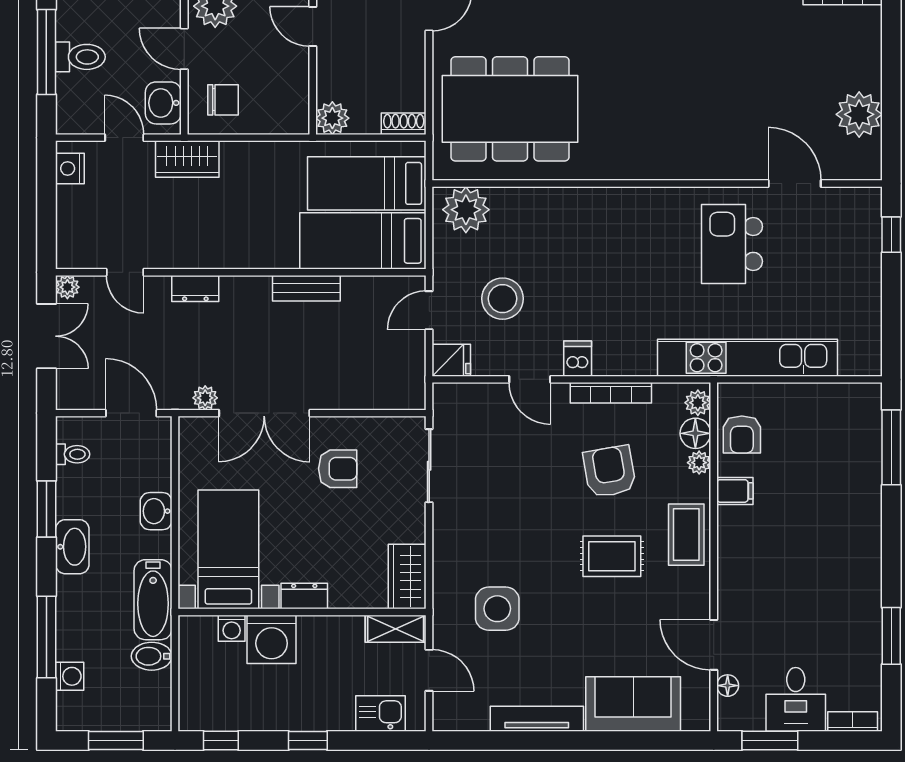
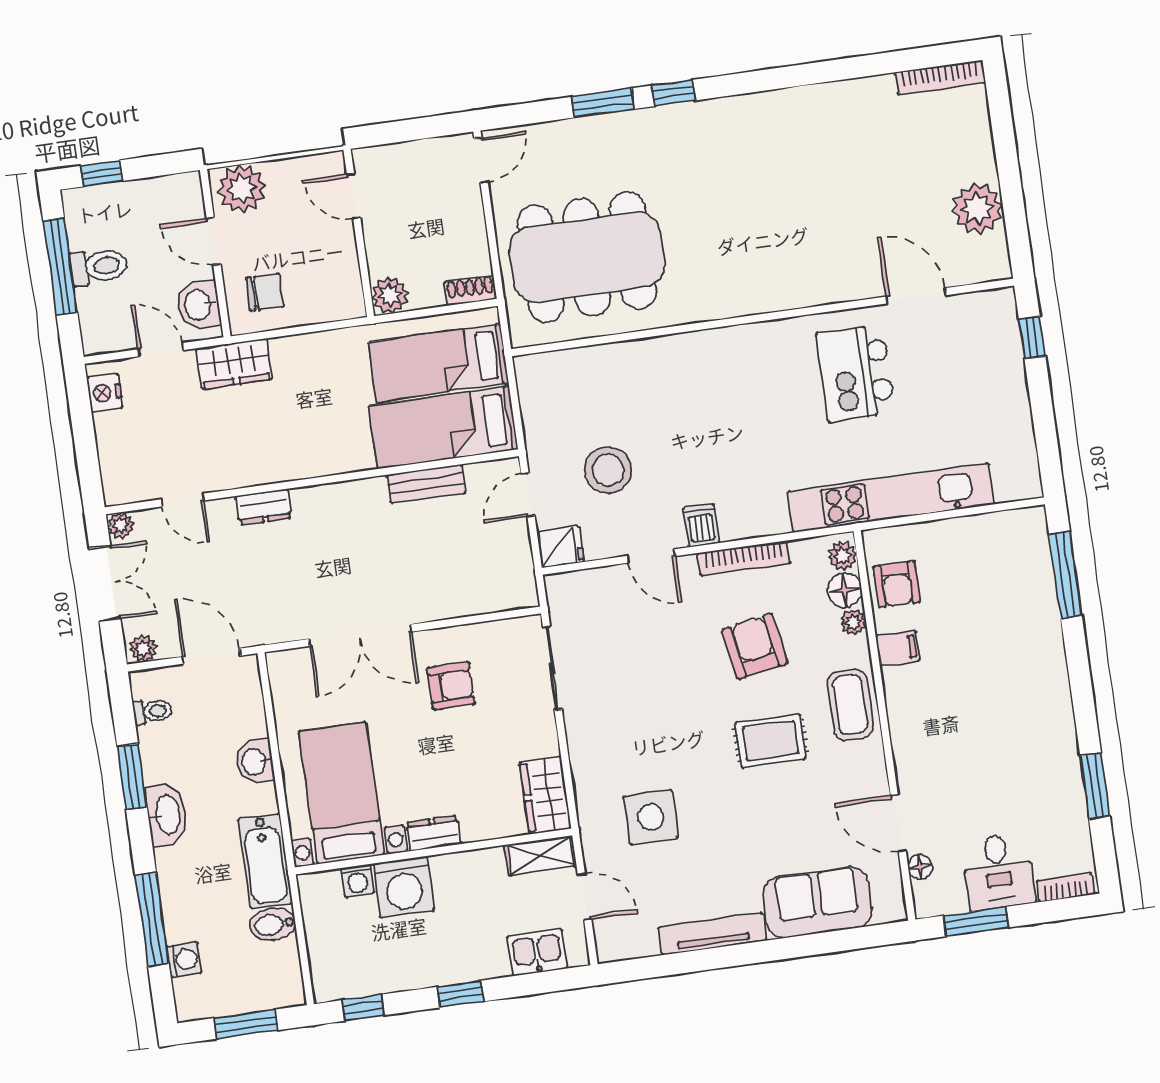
plant: (466, 210) -> (553, 377), removed
bench: (306, 288) -> (426, 484), moved
plant: (205, 398) -> (143, 648), moved

